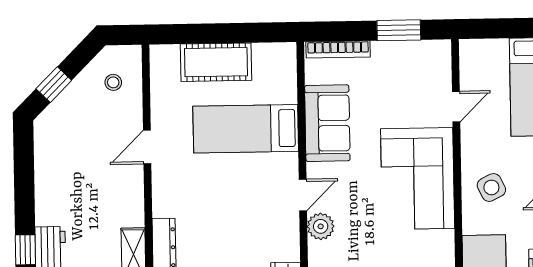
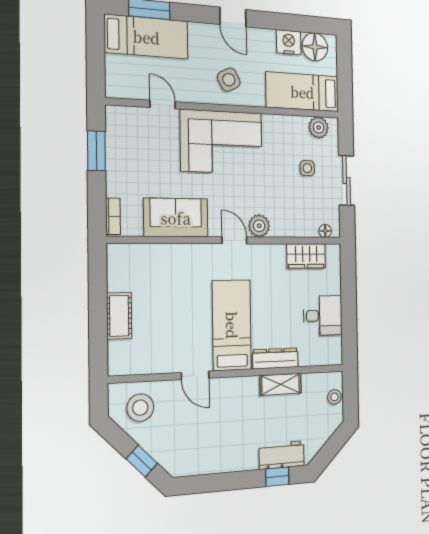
bookcase: (338, 49) -> (113, 216), width x0.64
cot: (216, 62) -> (119, 316), width x0.73, depth x0.75
stool: (113, 82) -> (140, 408), width x1.89, depth x1.89
bed: (246, 129) -> (232, 325), moved, turned 180

